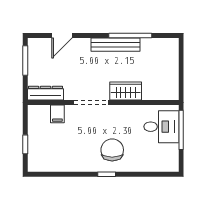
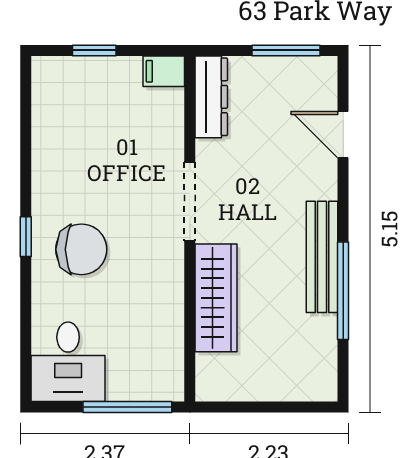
wardrobe: (126, 91) -> (216, 298), width x1.50
filing cabinet: (57, 114) -> (164, 71), moved
desk: (161, 127) -> (68, 362), moved

